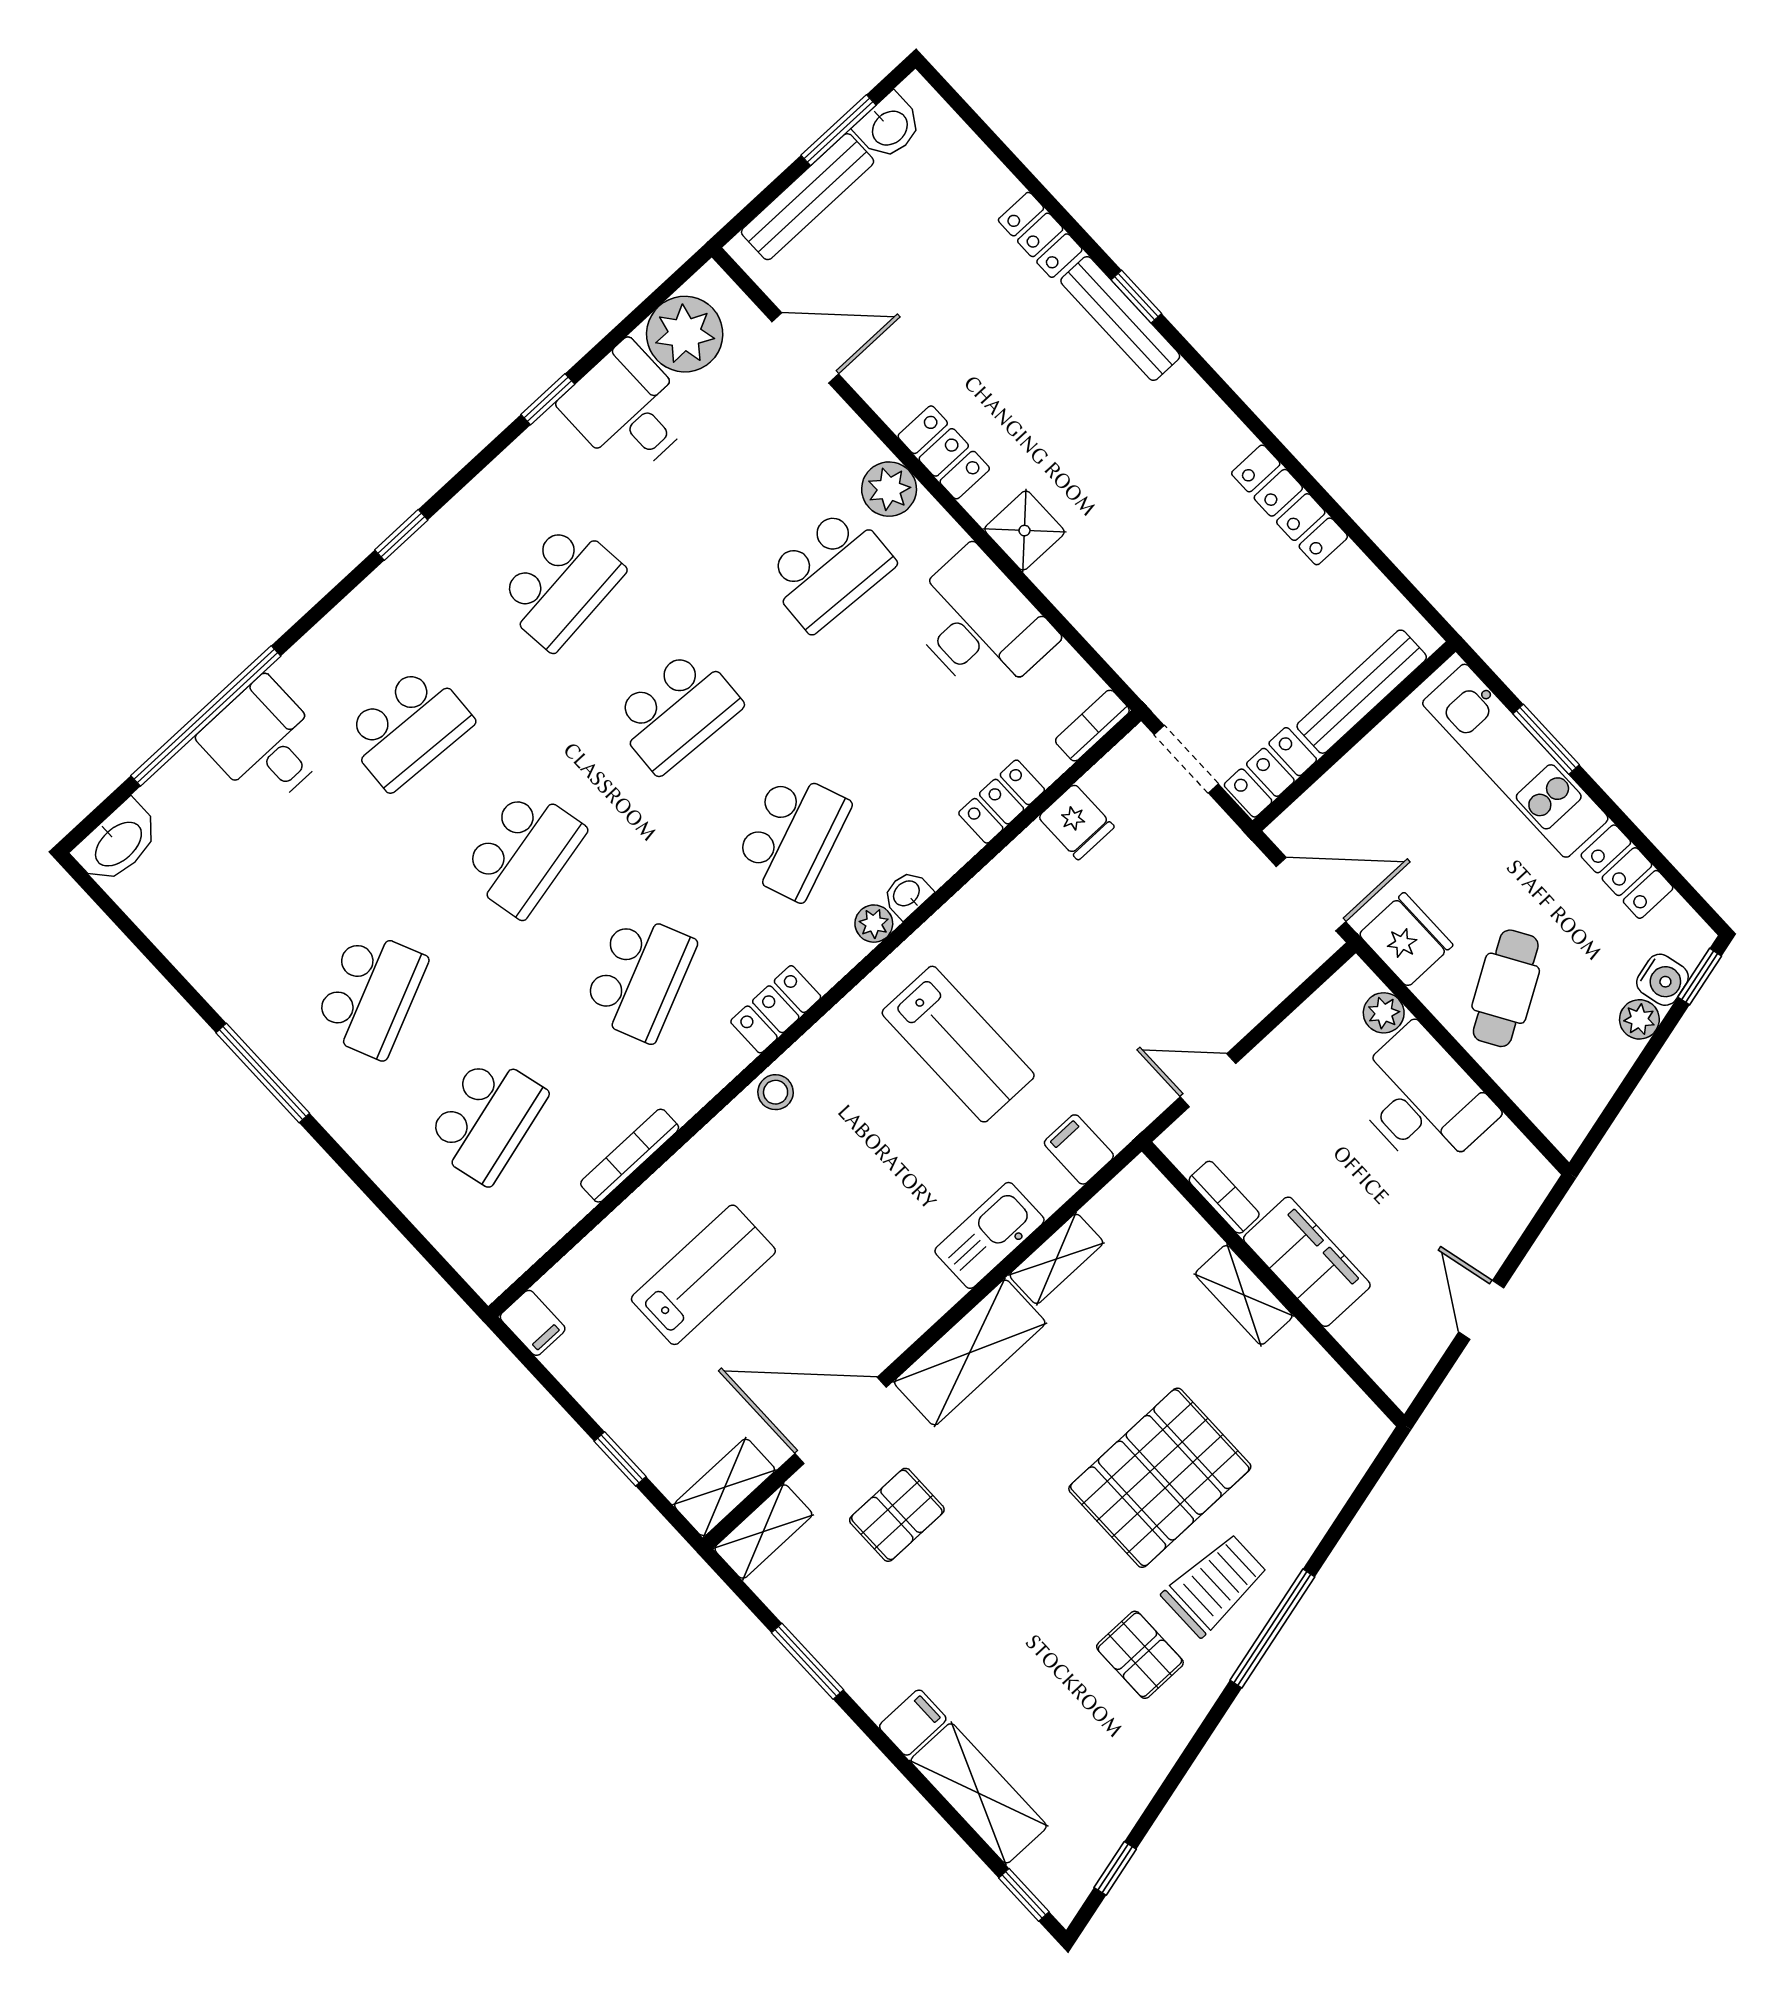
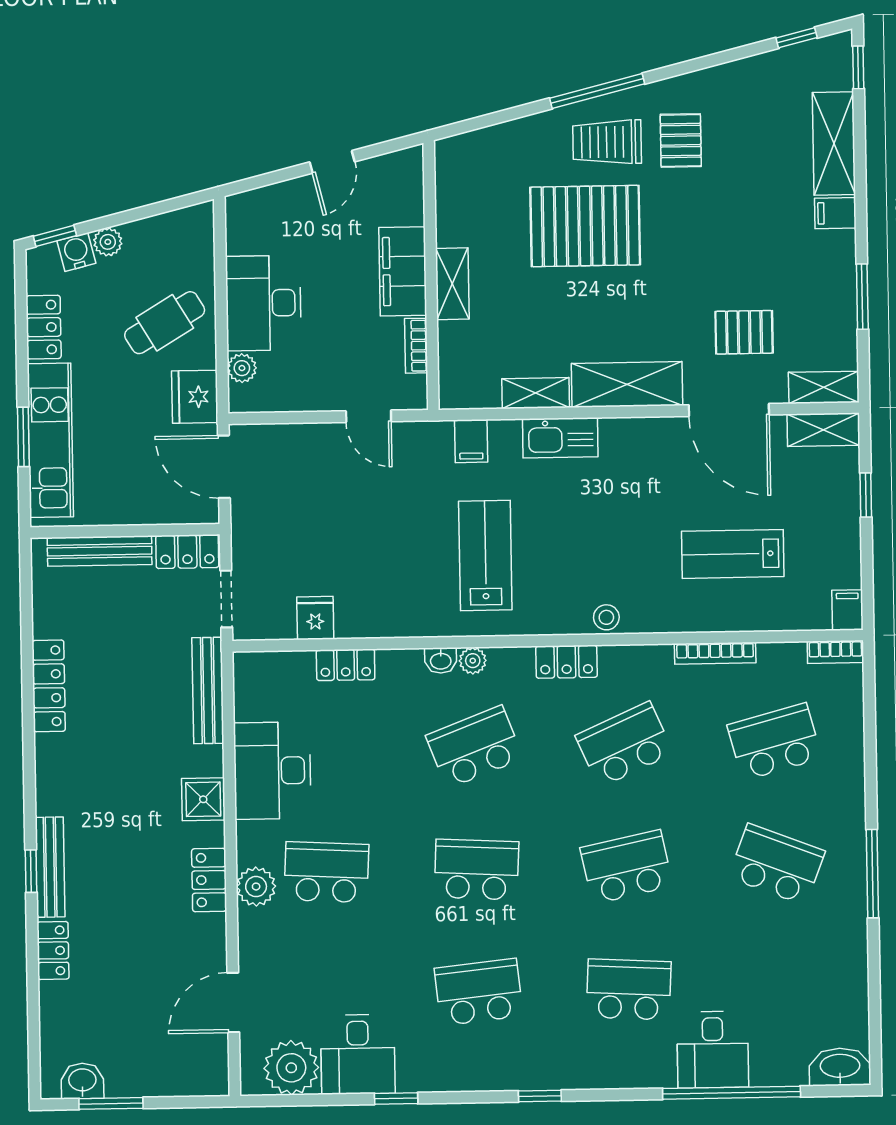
bench: (808, 197) -> (208, 690), moved, turned 90
door: (805, 348) -> (233, 1002), hinge flipped
bookcase: (1092, 726) -> (835, 652), moved
school desk: (371, 994) -> (777, 864), turned 45

